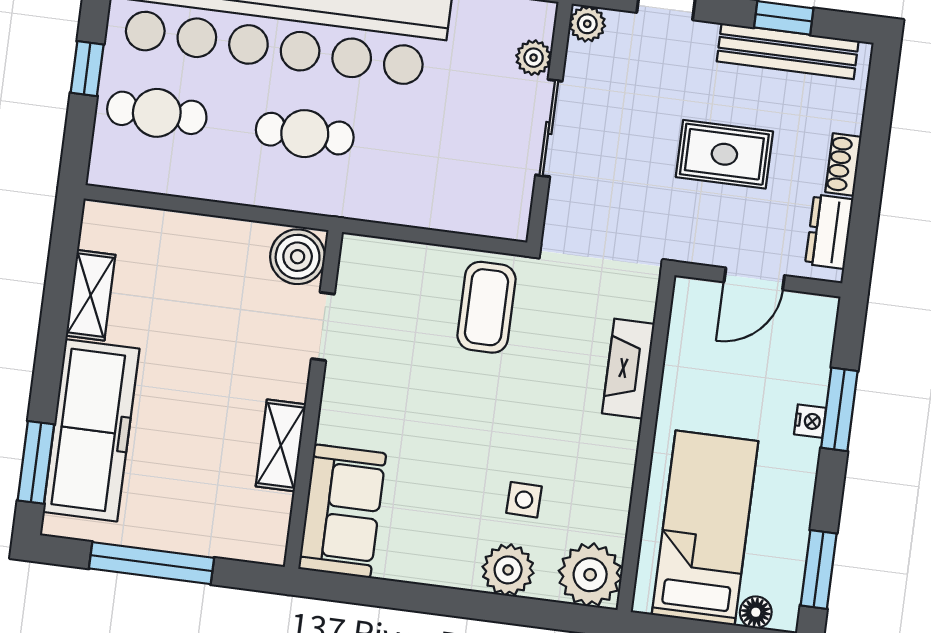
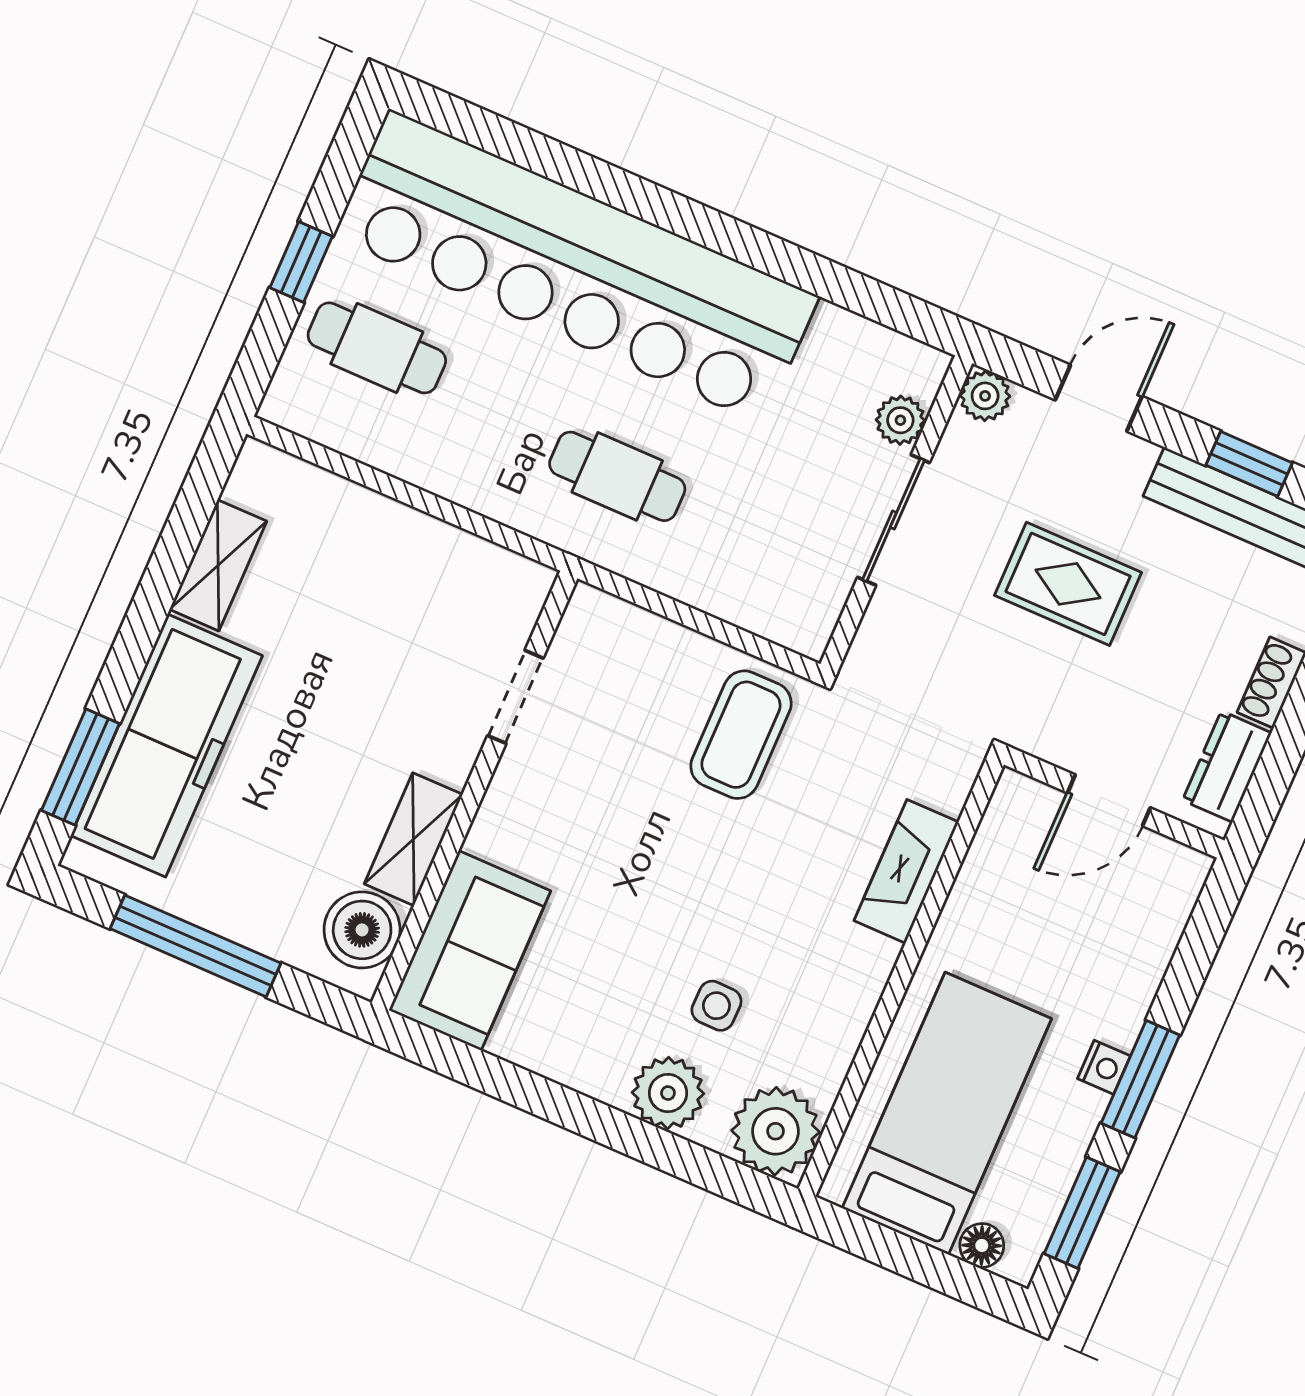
cafe table: (305, 134) -> (617, 476), moved
rug: (724, 154) -> (1068, 584), moved
boiler: (298, 257) -> (362, 930), moved
window: (839, 409) -> (1140, 1079), moved
nightstand: (810, 421) -> (1104, 1067), moved

